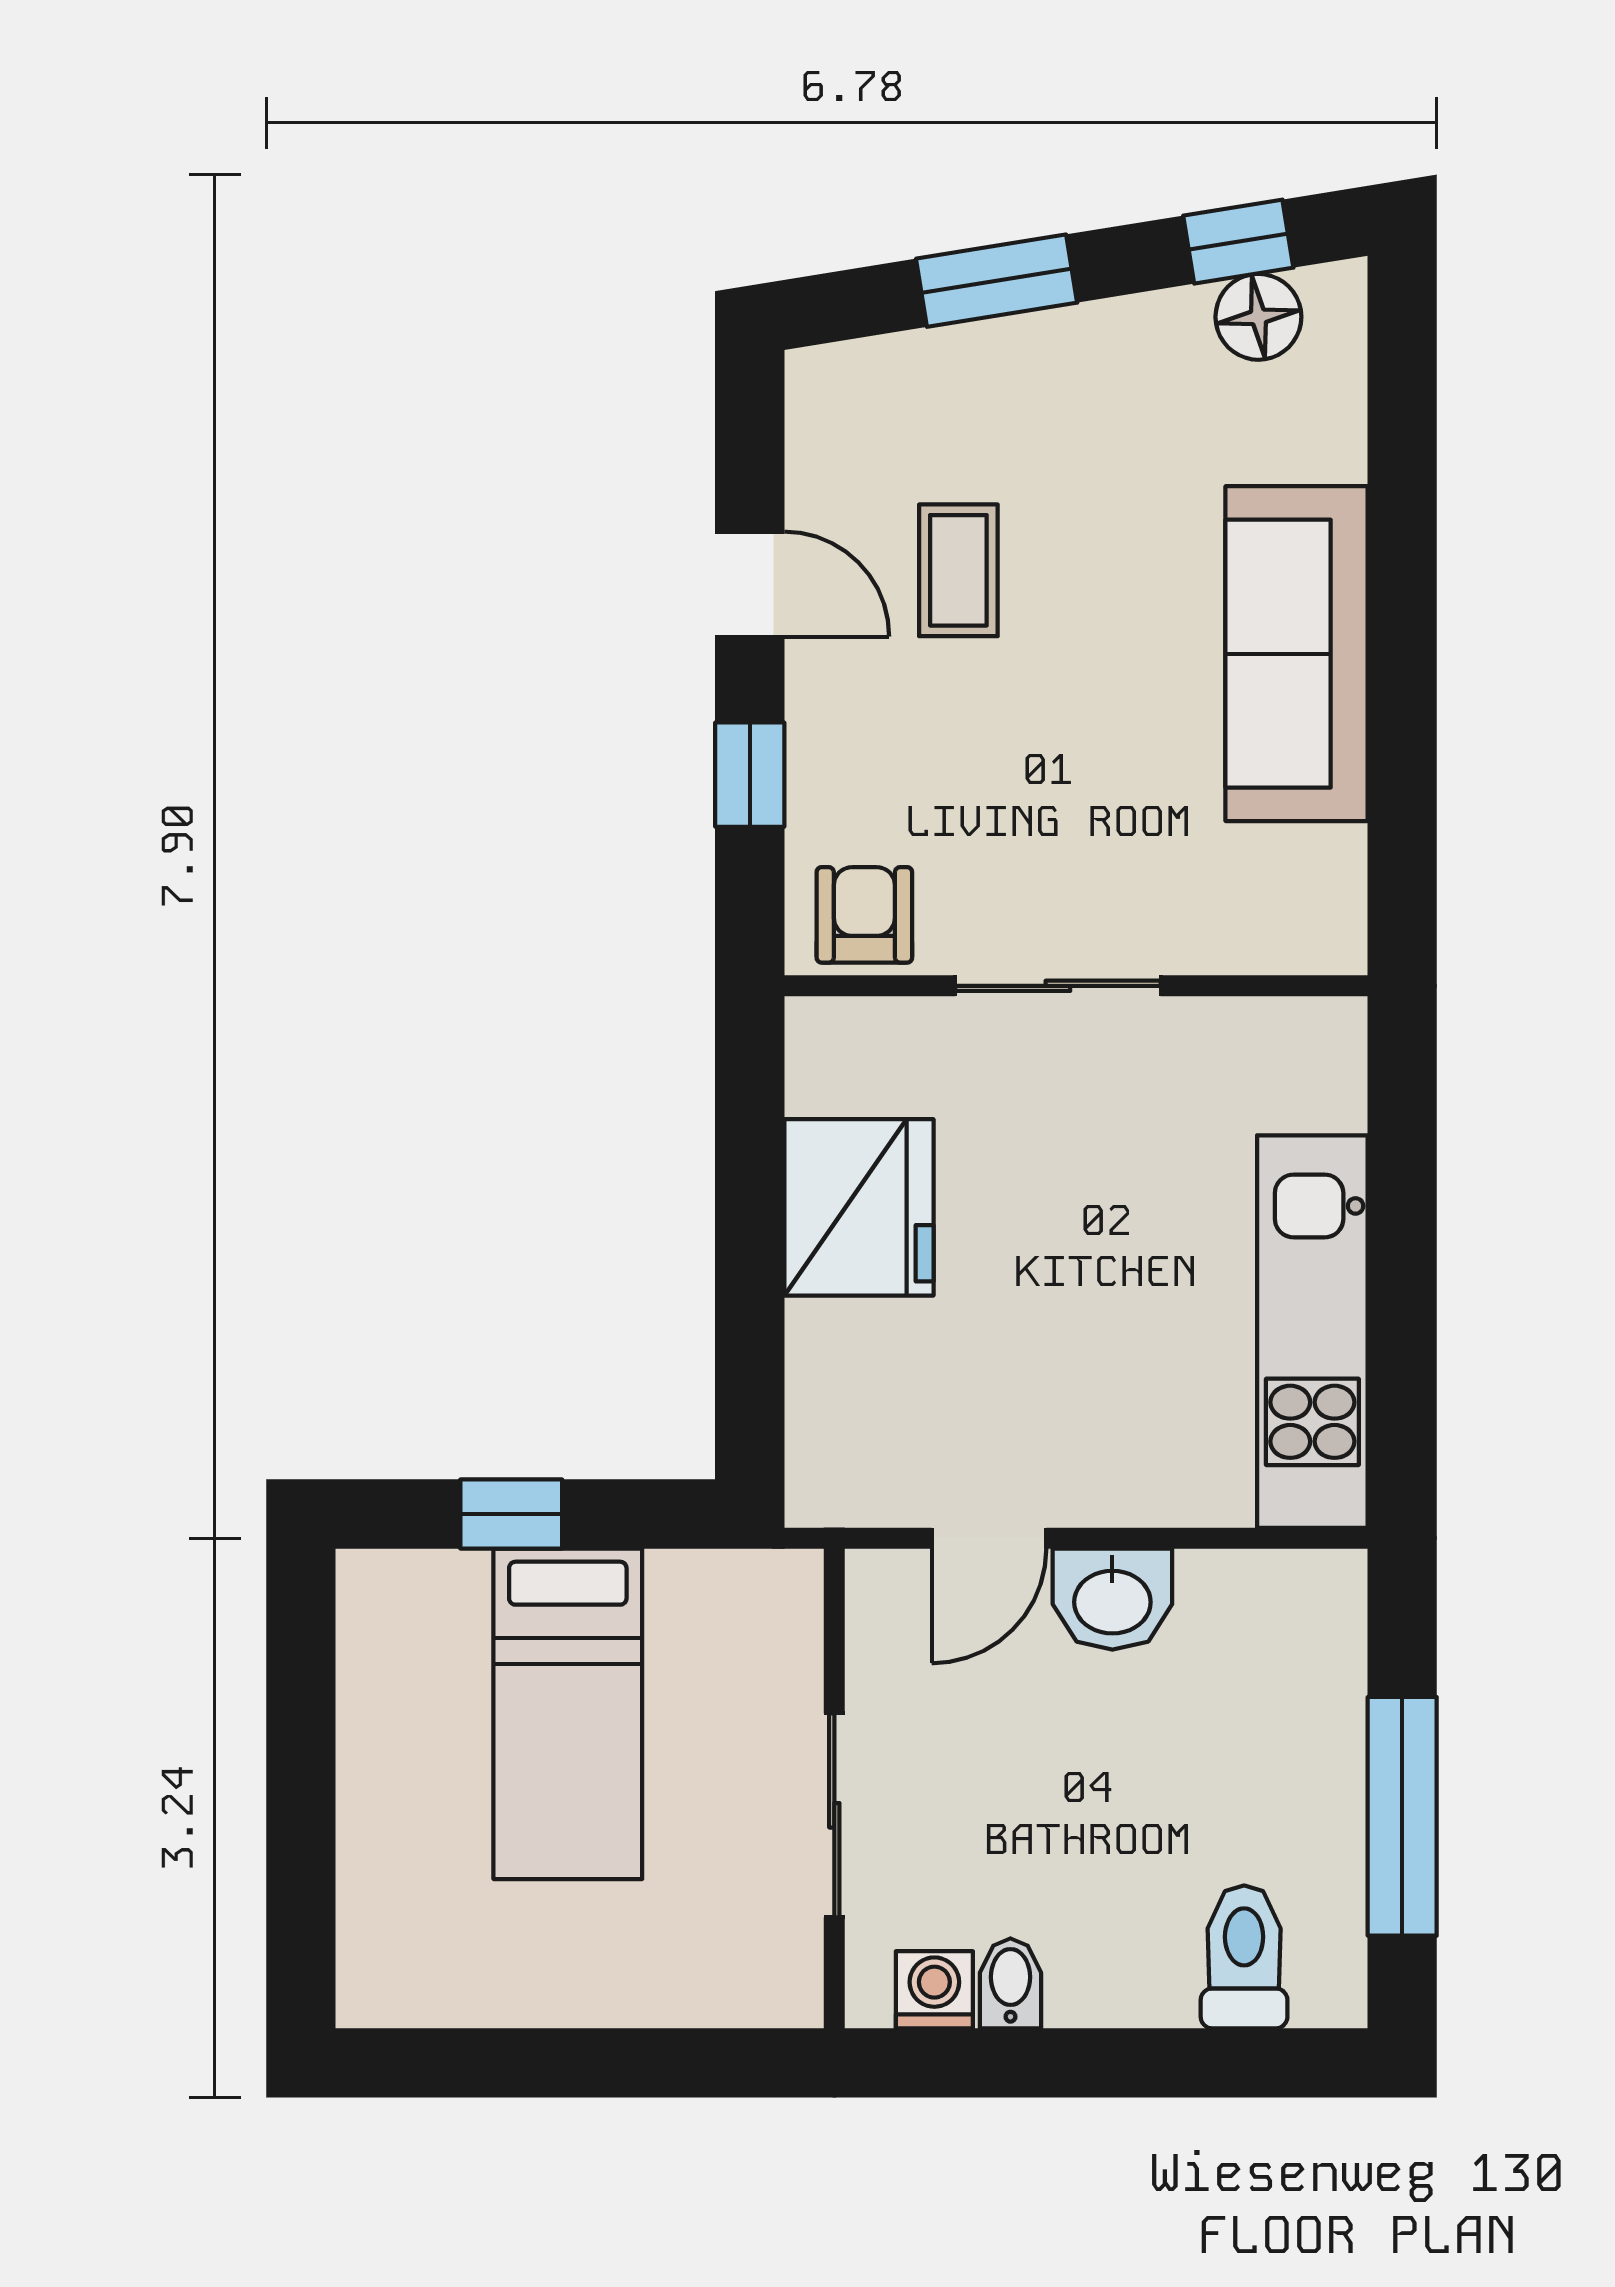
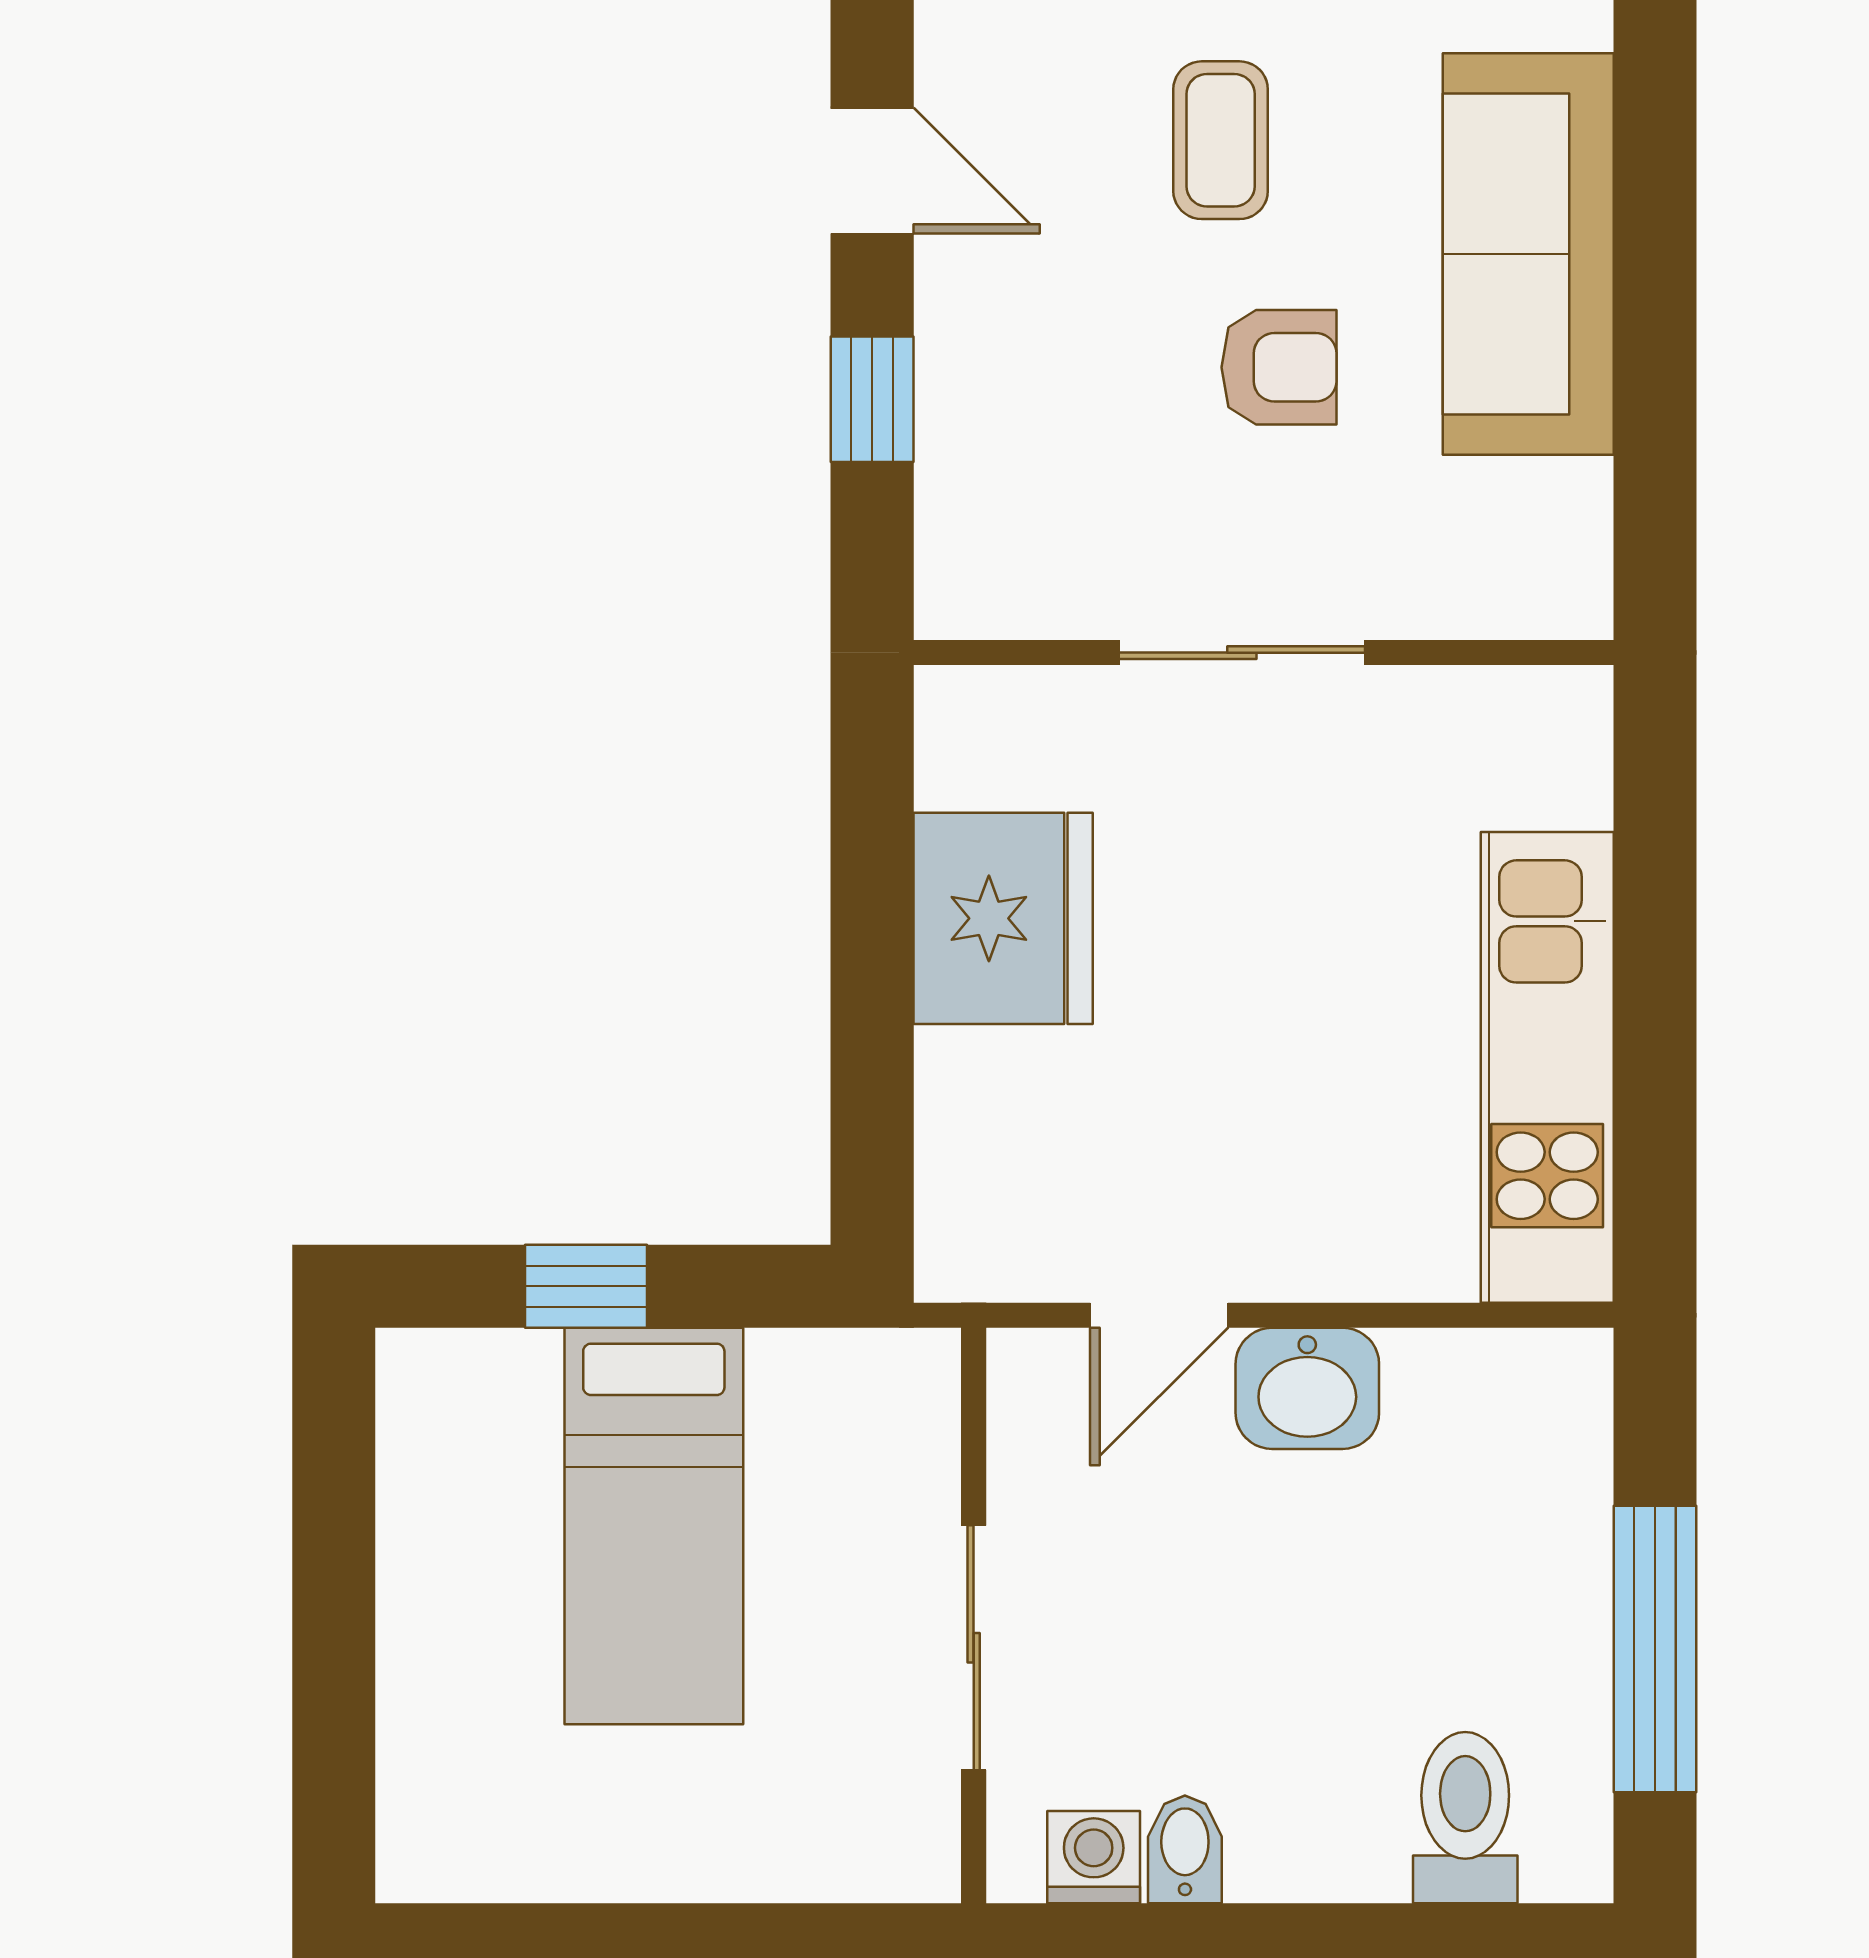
coffee table: (958, 570) -> (1221, 140), moved
armchair: (864, 915) -> (1279, 367), moved, turned 90

